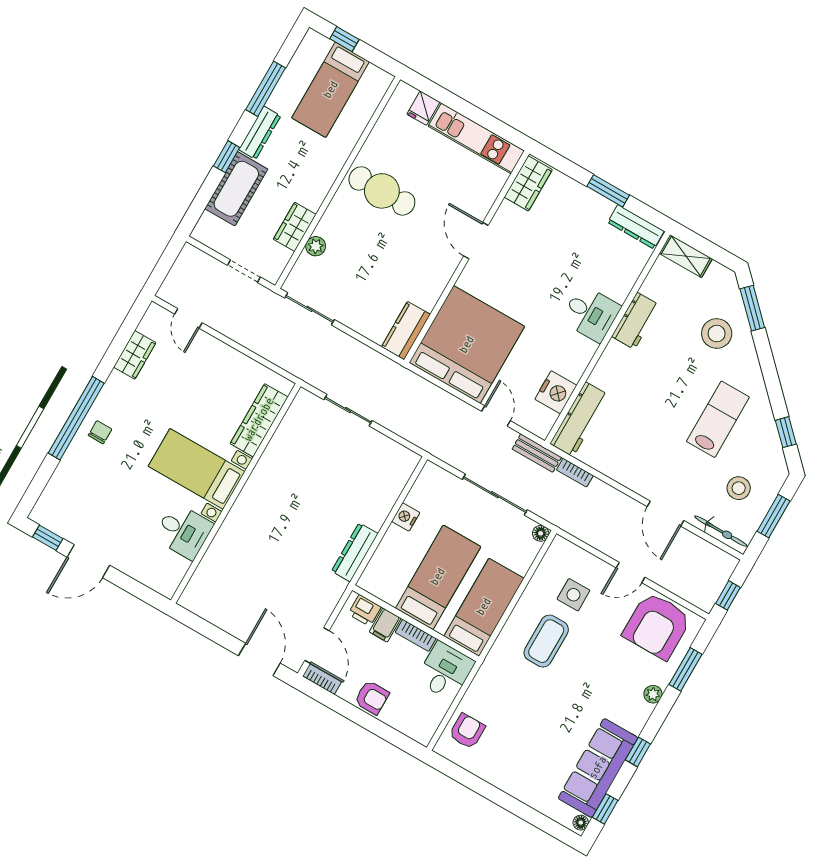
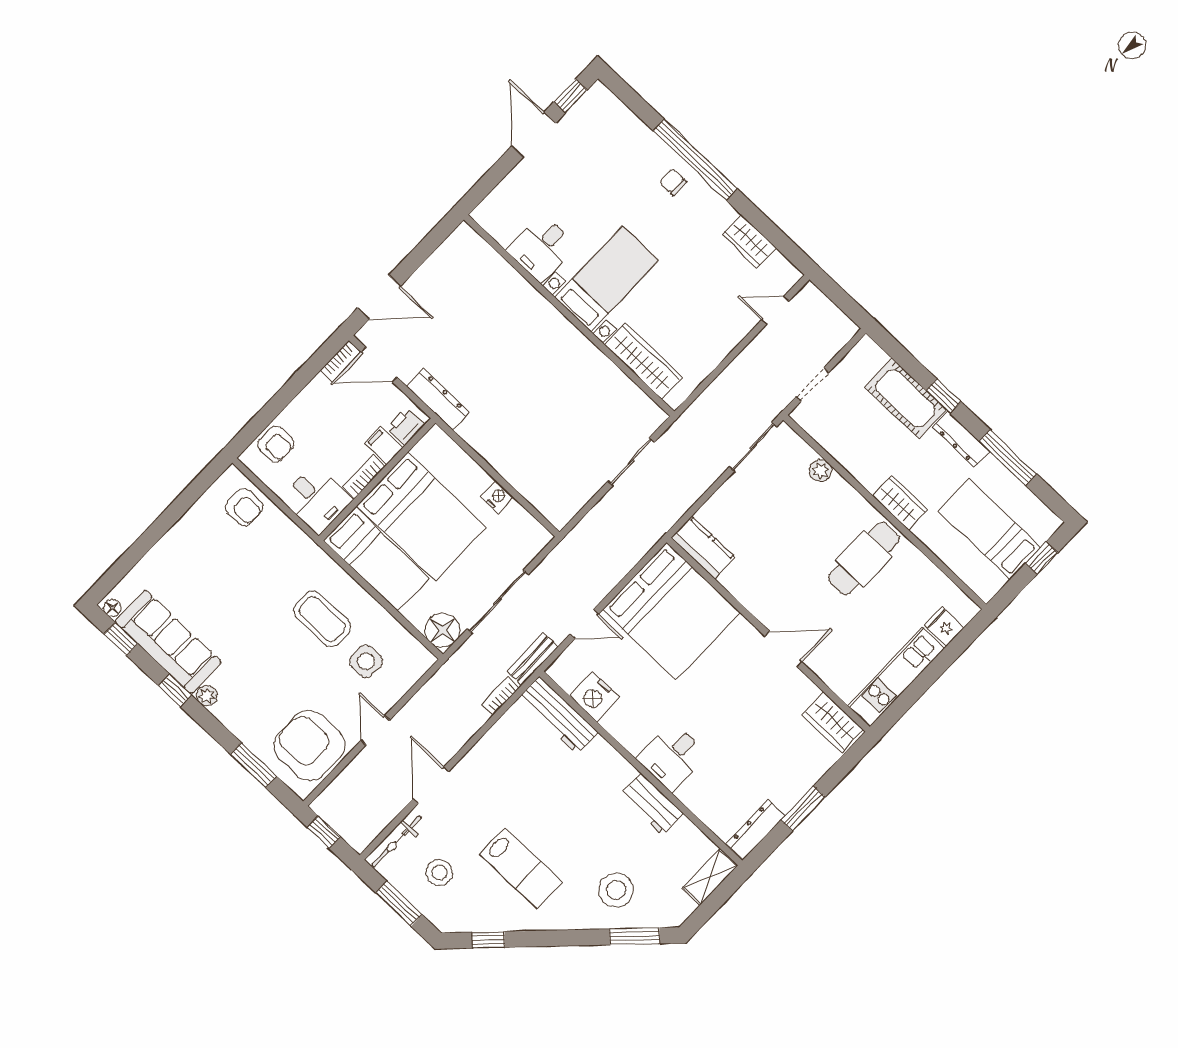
wardrobe: (295, 227) -> (900, 503), moved
chair: (100, 432) -> (673, 182), turned 180
door: (666, 514) -> (431, 785), hinge flipped
floor lamp: (541, 533) -> (442, 630), width x1.89, depth x1.89
dresser: (355, 552) -> (438, 399), moved
bed: (438, 577) -> (422, 517), width x1.50
plant: (653, 694) -> (207, 696), moved
armchair: (372, 697) -> (276, 444), moved, turned -90

